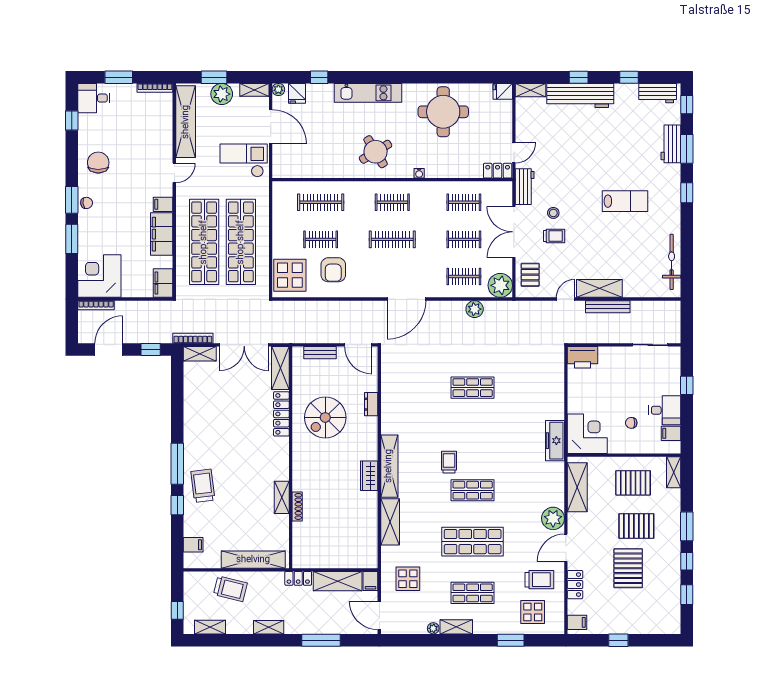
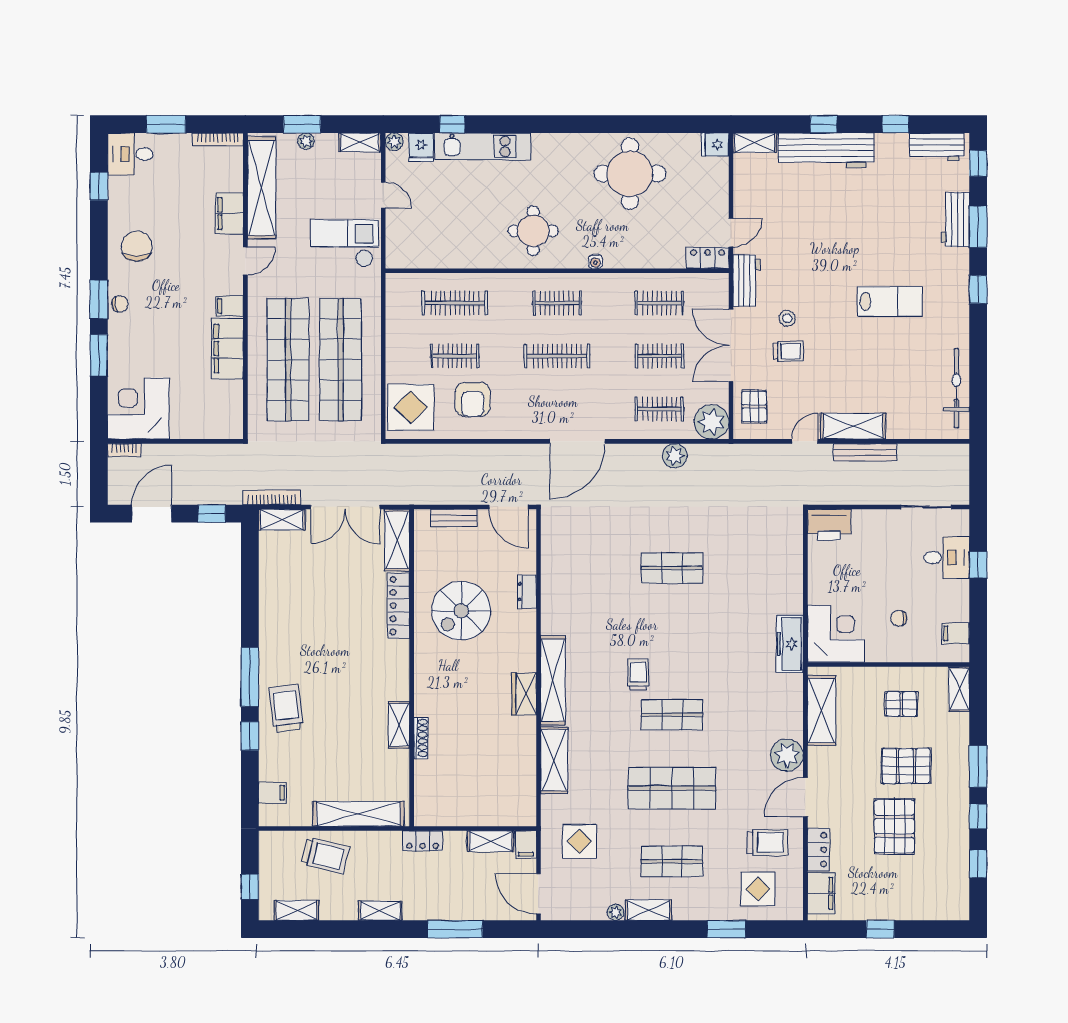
kitchen unit: (368, 93) -> (483, 147), moved
plant: (222, 94) -> (306, 141), width x0.53, depth x0.53
door: (271, 127) -> (383, 195), width x0.53
round table: (376, 152) -> (533, 231), turned 31
filing cabinet: (163, 283) -> (229, 213), moved
bookcase: (96, 305) -> (124, 450), width x0.64
desk: (665, 410) -> (947, 558), moved
pallet: (633, 483) -> (901, 704), width x0.67, depth x0.71
shelving: (338, 581) -> (491, 841), width x0.67, depth x0.75
filing cabinet: (577, 622) -> (821, 893), width x2.00

